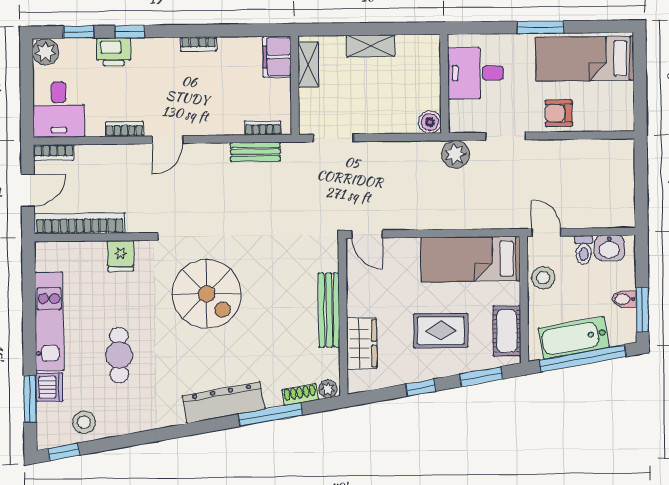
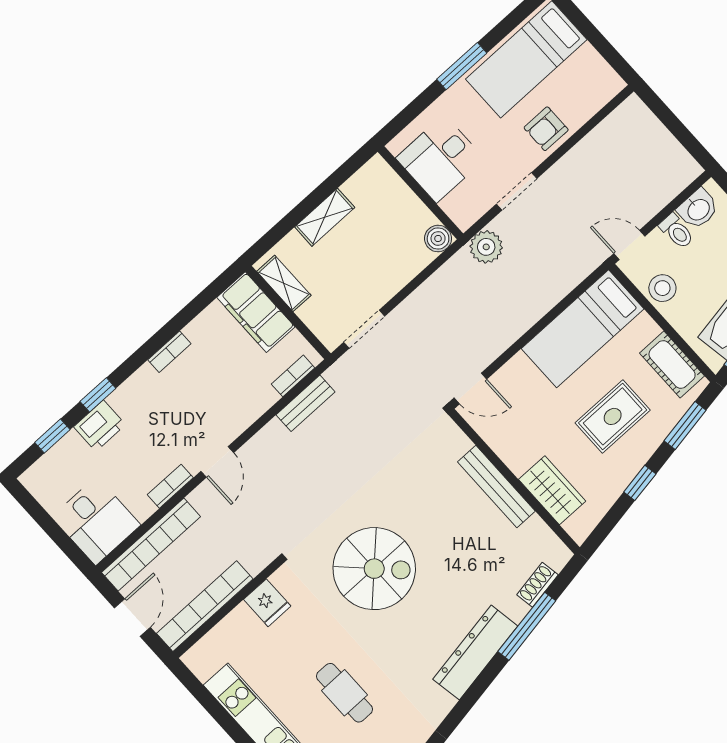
plant: (45, 52) -> (39, 480), removed
filing cabinet: (277, 57) -> (256, 312), width x1.50, depth x1.17
bookcase: (54, 153) -> (151, 545), width x2.31, depth x1.31
plant: (328, 389) -> (558, 558), removed

